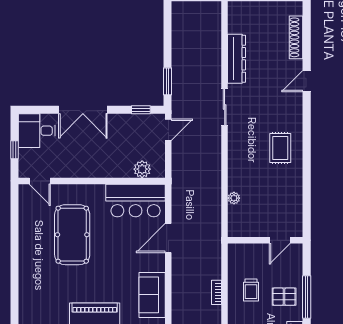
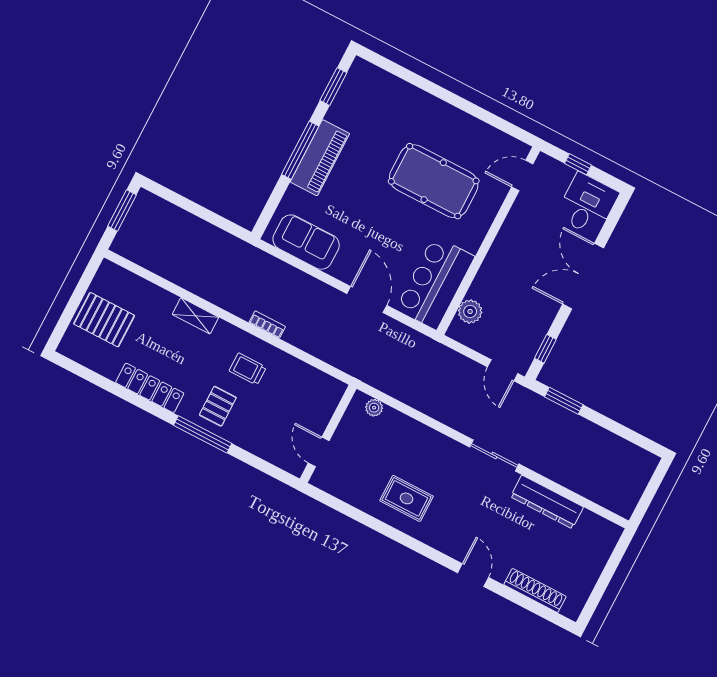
wall: (265, 240) -> (328, 434), moved
door: (280, 240) -> (319, 452), moved

